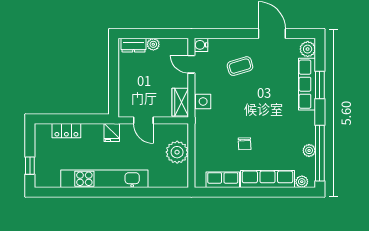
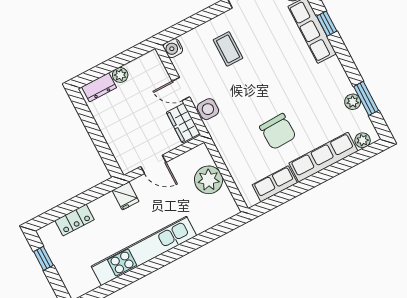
door: (191, 64) -> (181, 89), moved
coffee table: (240, 66) -> (228, 49), turned -73
window: (320, 85) -> (327, 24), width x0.67
chair: (245, 144) -> (278, 132), width x1.87, depth x1.87
window: (320, 153) -> (366, 98), width x0.47
window: (30, 166) -> (43, 258), moved

